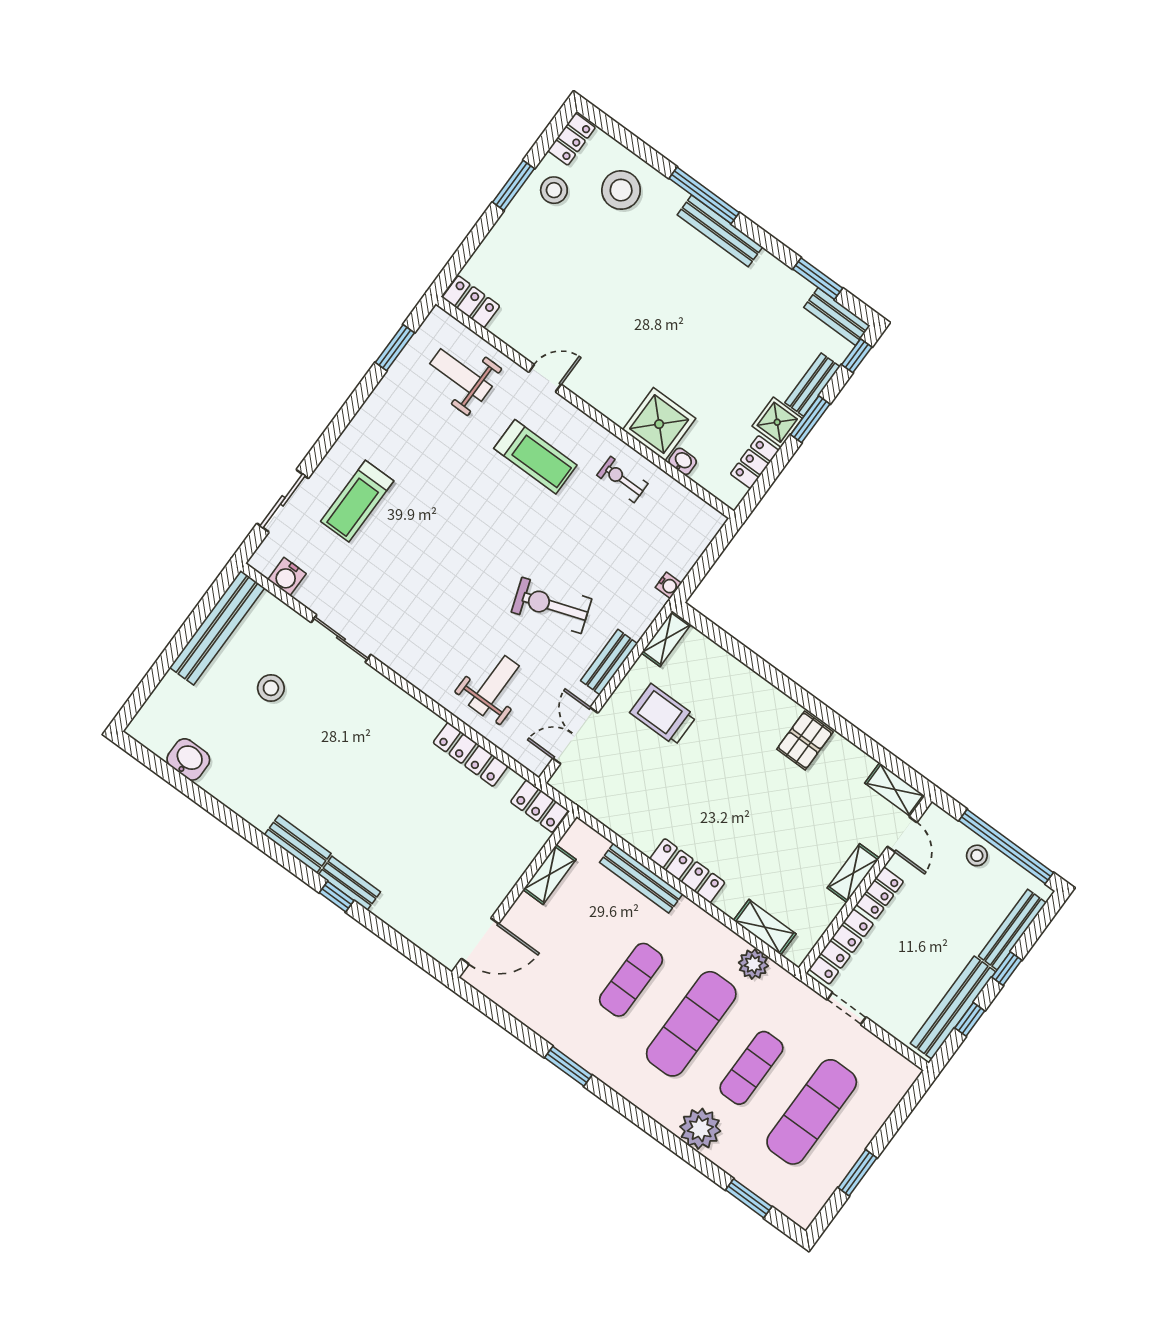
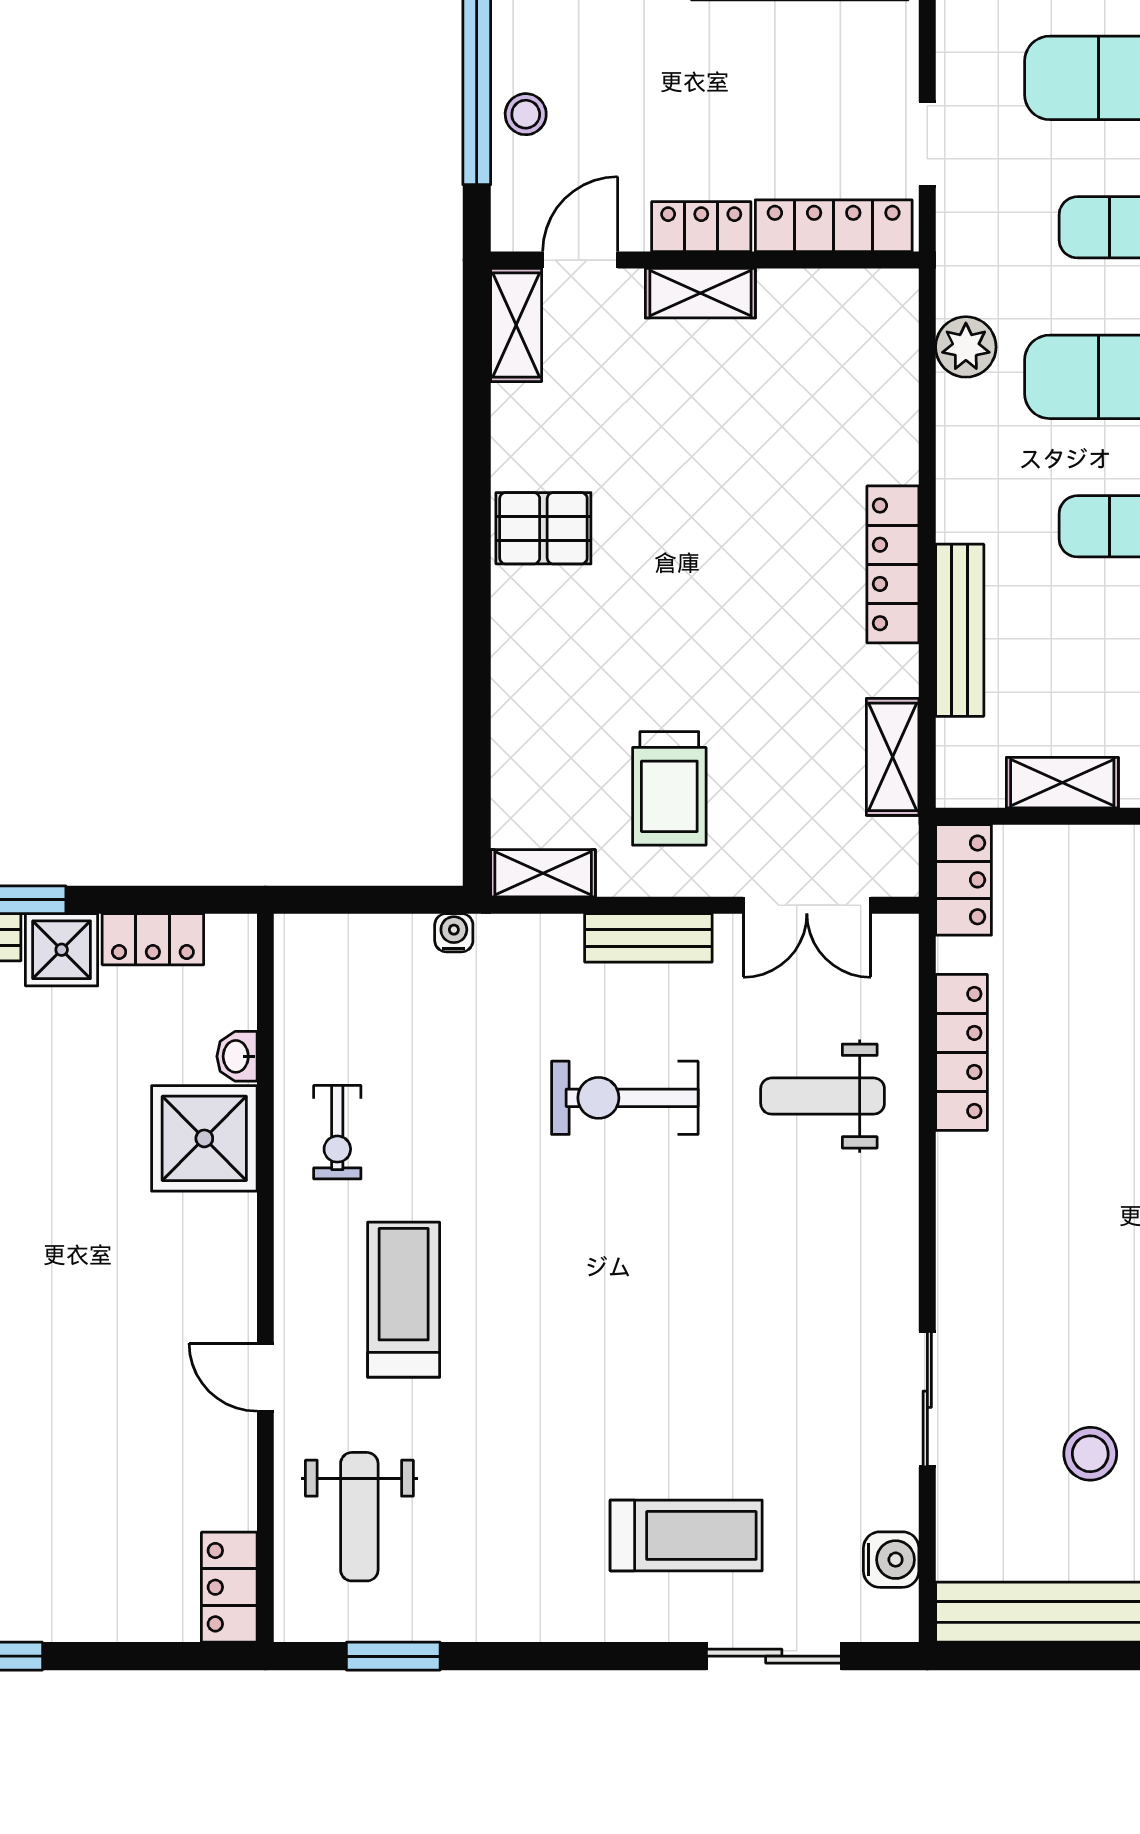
exercise bike: (551, 605) -> (625, 1098), turned 109
shelving: (765, 927) -> (893, 757), moved

